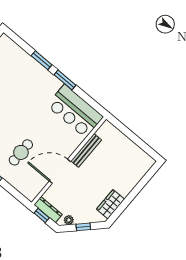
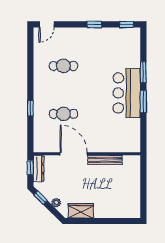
bar counter: (75, 111) -> (127, 93), moved
plant: (69, 220) -> (56, 203), moved
window: (83, 227) -> (40, 198), moved

